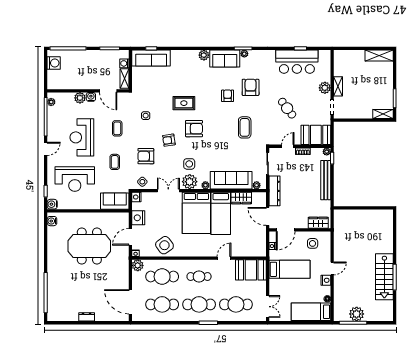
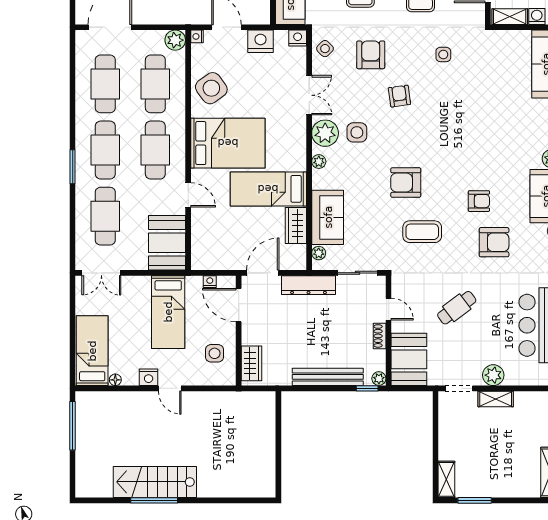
rug: (184, 103) -> (466, 123), removed
armchair: (194, 129) -> (406, 183), moved, turned 90
sofa: (231, 180) -> (328, 217), width x0.73
bed: (196, 213) -> (228, 143), moved, turned 180
cafe table: (199, 277) -> (155, 150), width x1.37, depth x1.35
plant: (357, 314) -> (88, 432), removed

